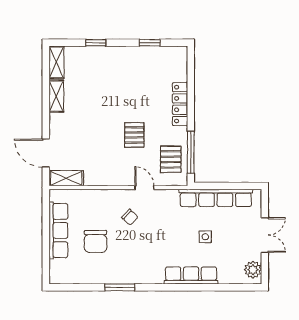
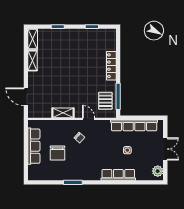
pallet: (134, 135) -> (82, 85), removed
shelving: (66, 178) -> (63, 113), moved

